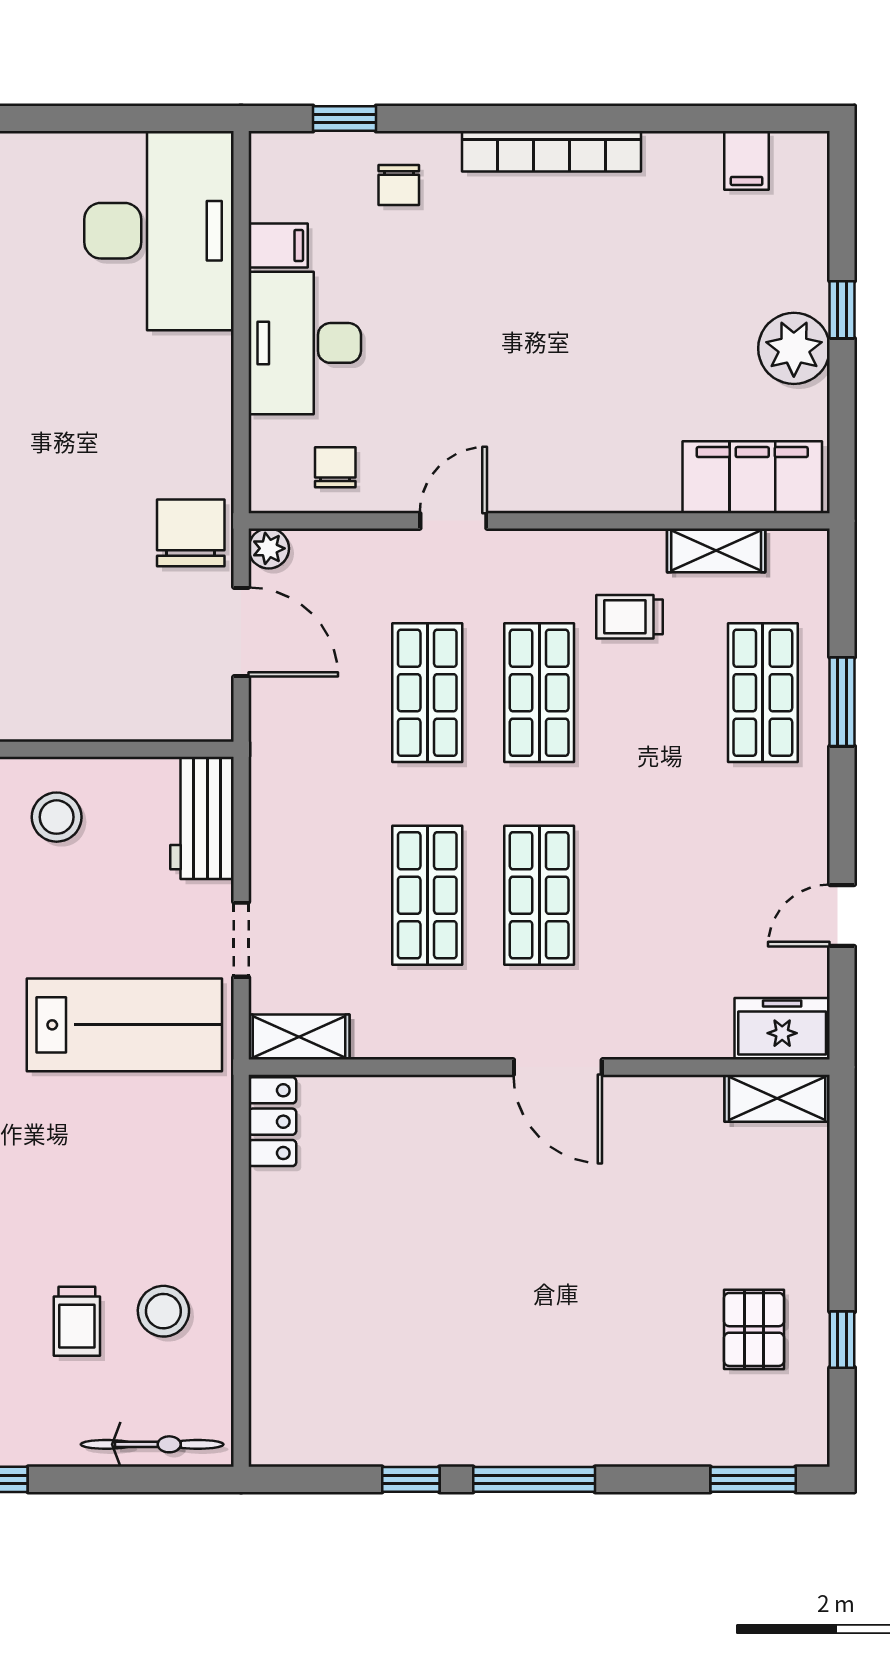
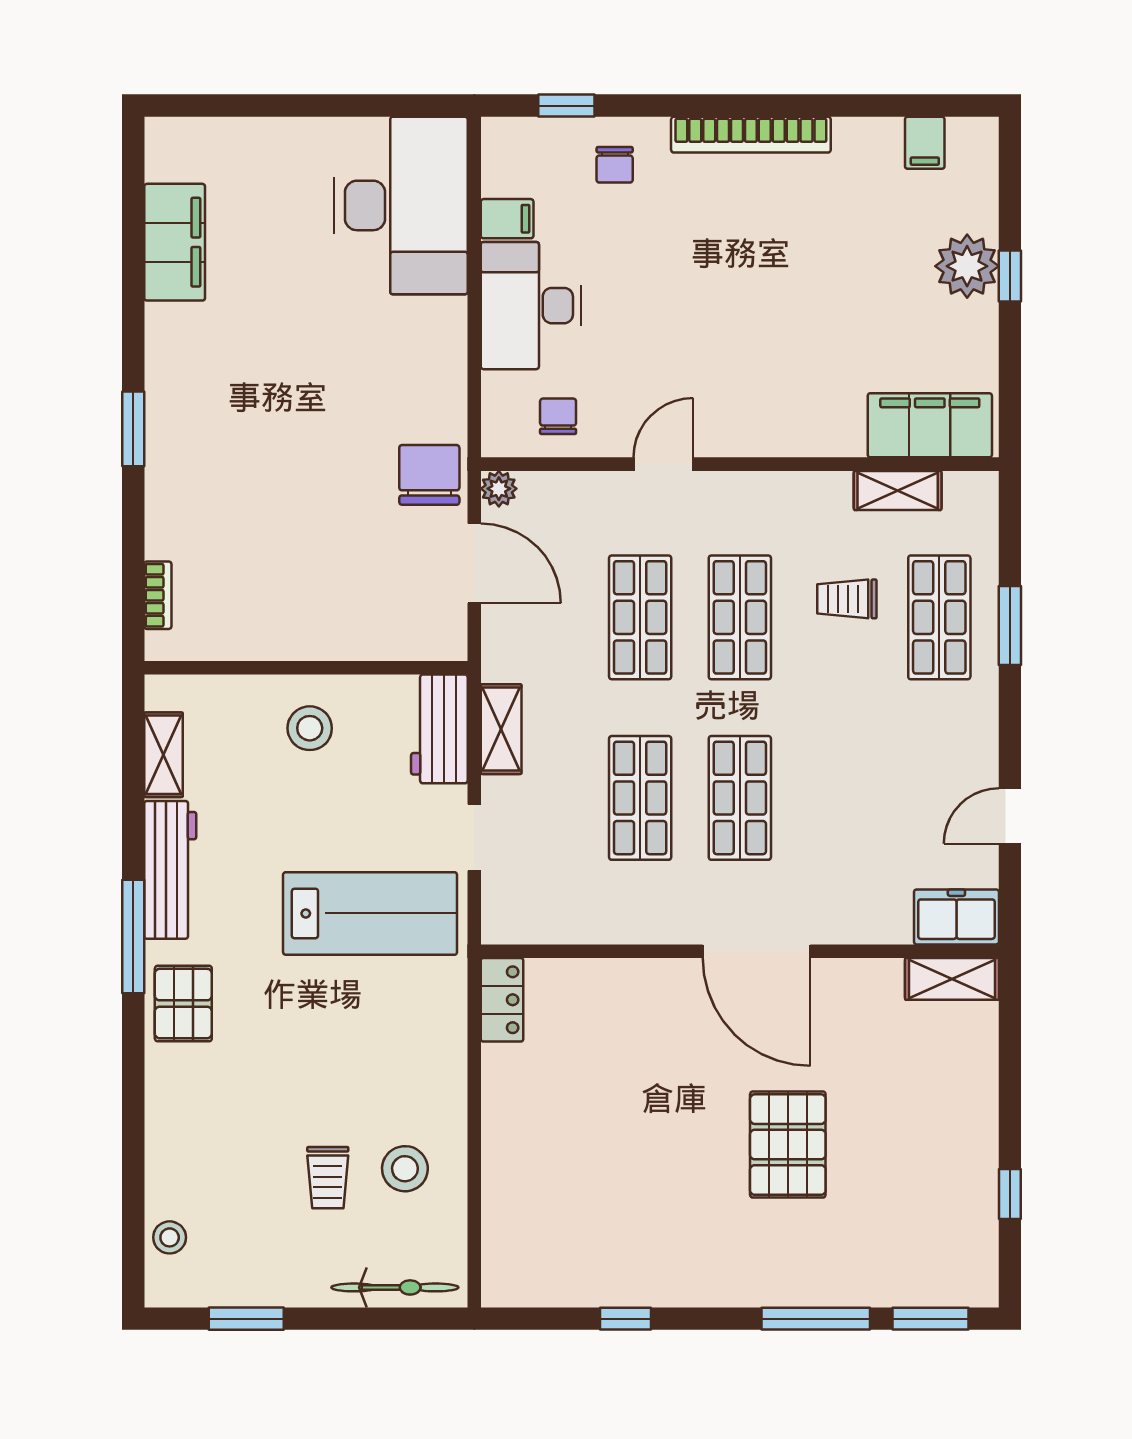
plant: (794, 348) -> (967, 266), moved
trolley: (630, 617) -> (847, 599), moved
shelving: (299, 1037) -> (501, 729), moved, turned 90
door: (558, 1067) -> (756, 951), width x1.36
pallet: (754, 1329) -> (788, 1145), moved, width x1.50, depth x1.42
window: (534, 1479) -> (816, 1319), moved

